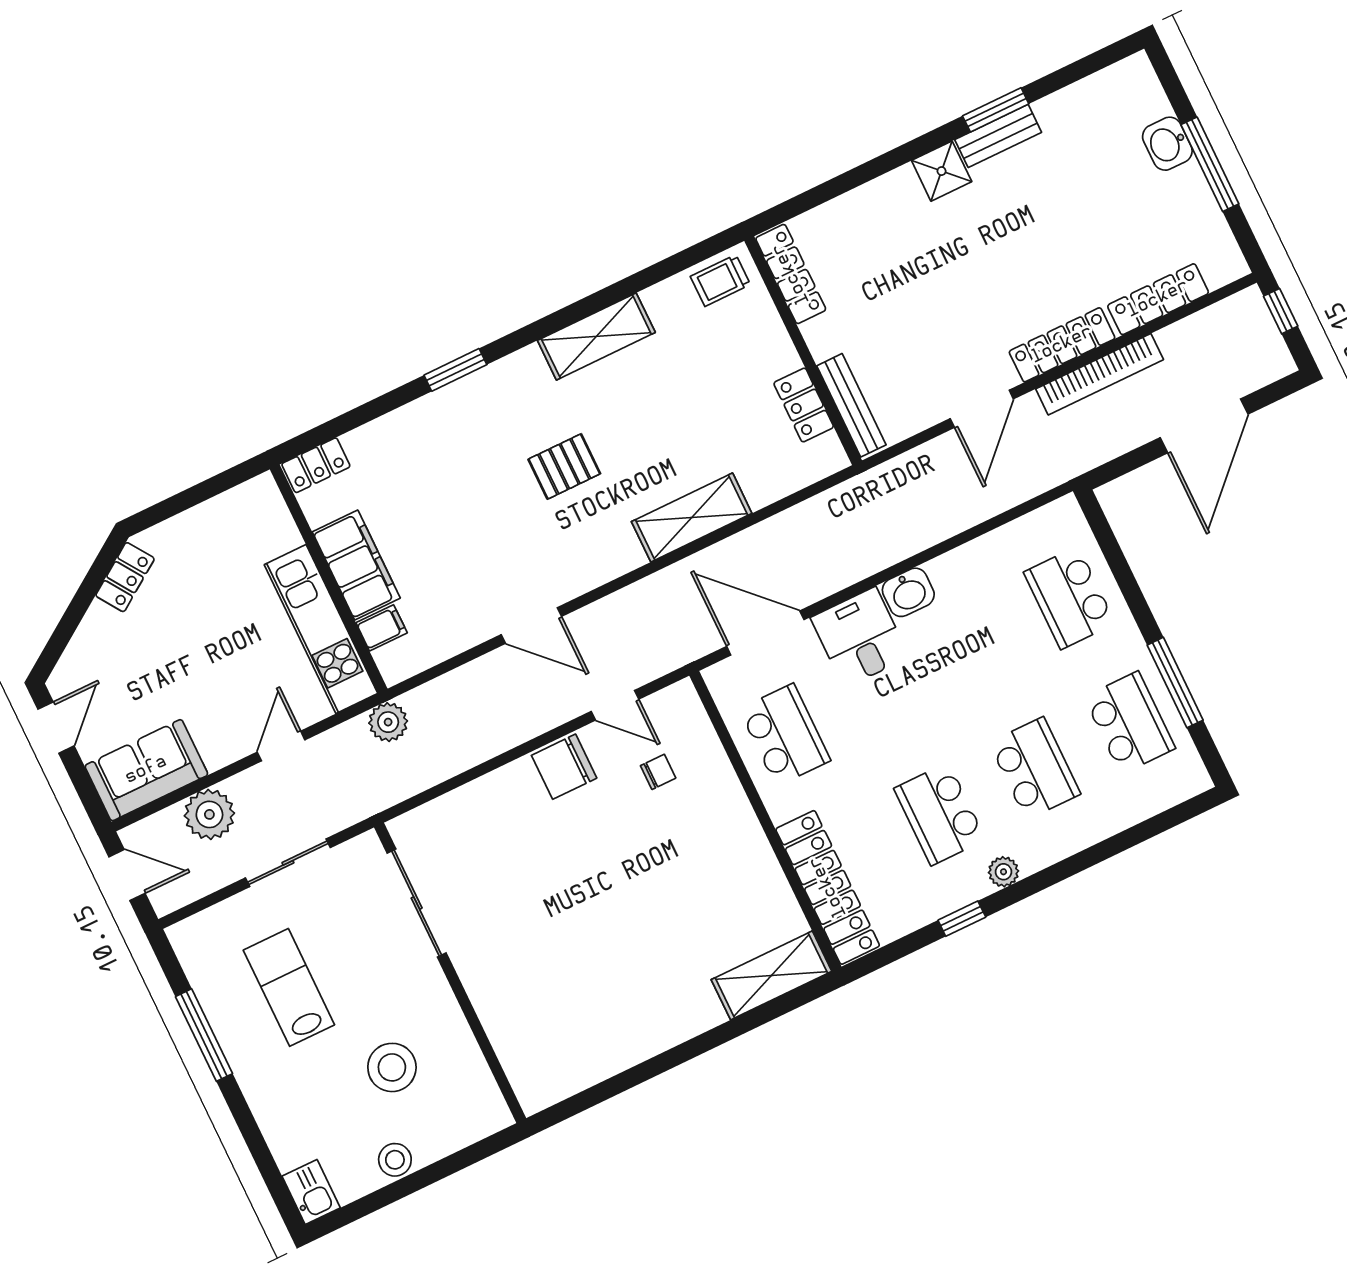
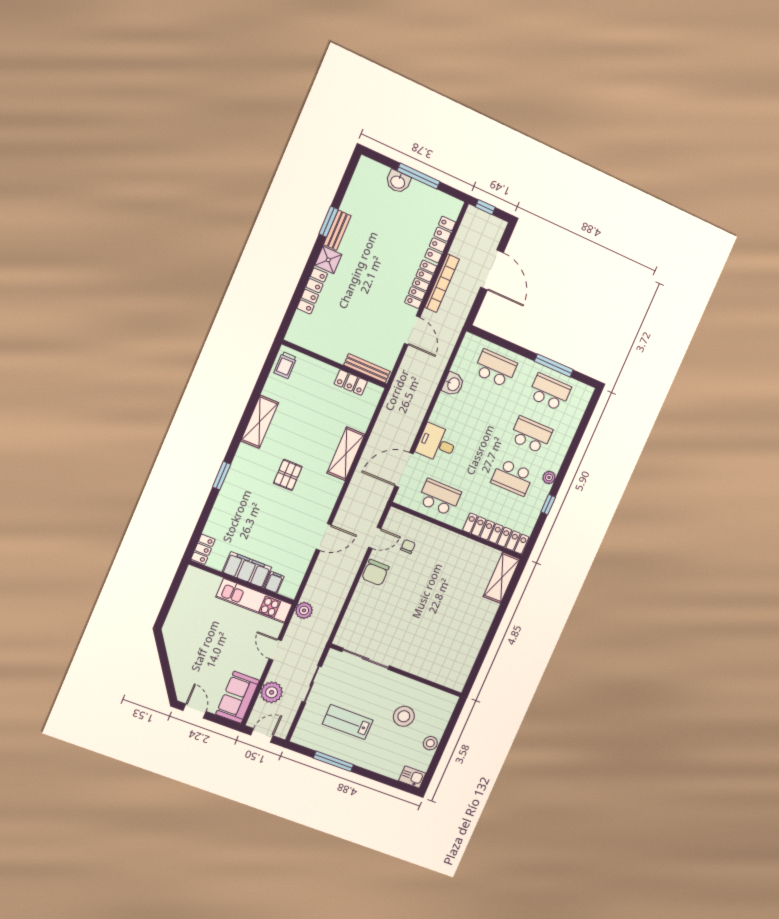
locker: (791, 274) -> (312, 291), moved, turned 90
locker: (125, 577) -> (172, 643), removed
washbasin: (908, 592) -> (453, 384), moved
school desk: (1070, 598) -> (495, 368), turned 180

